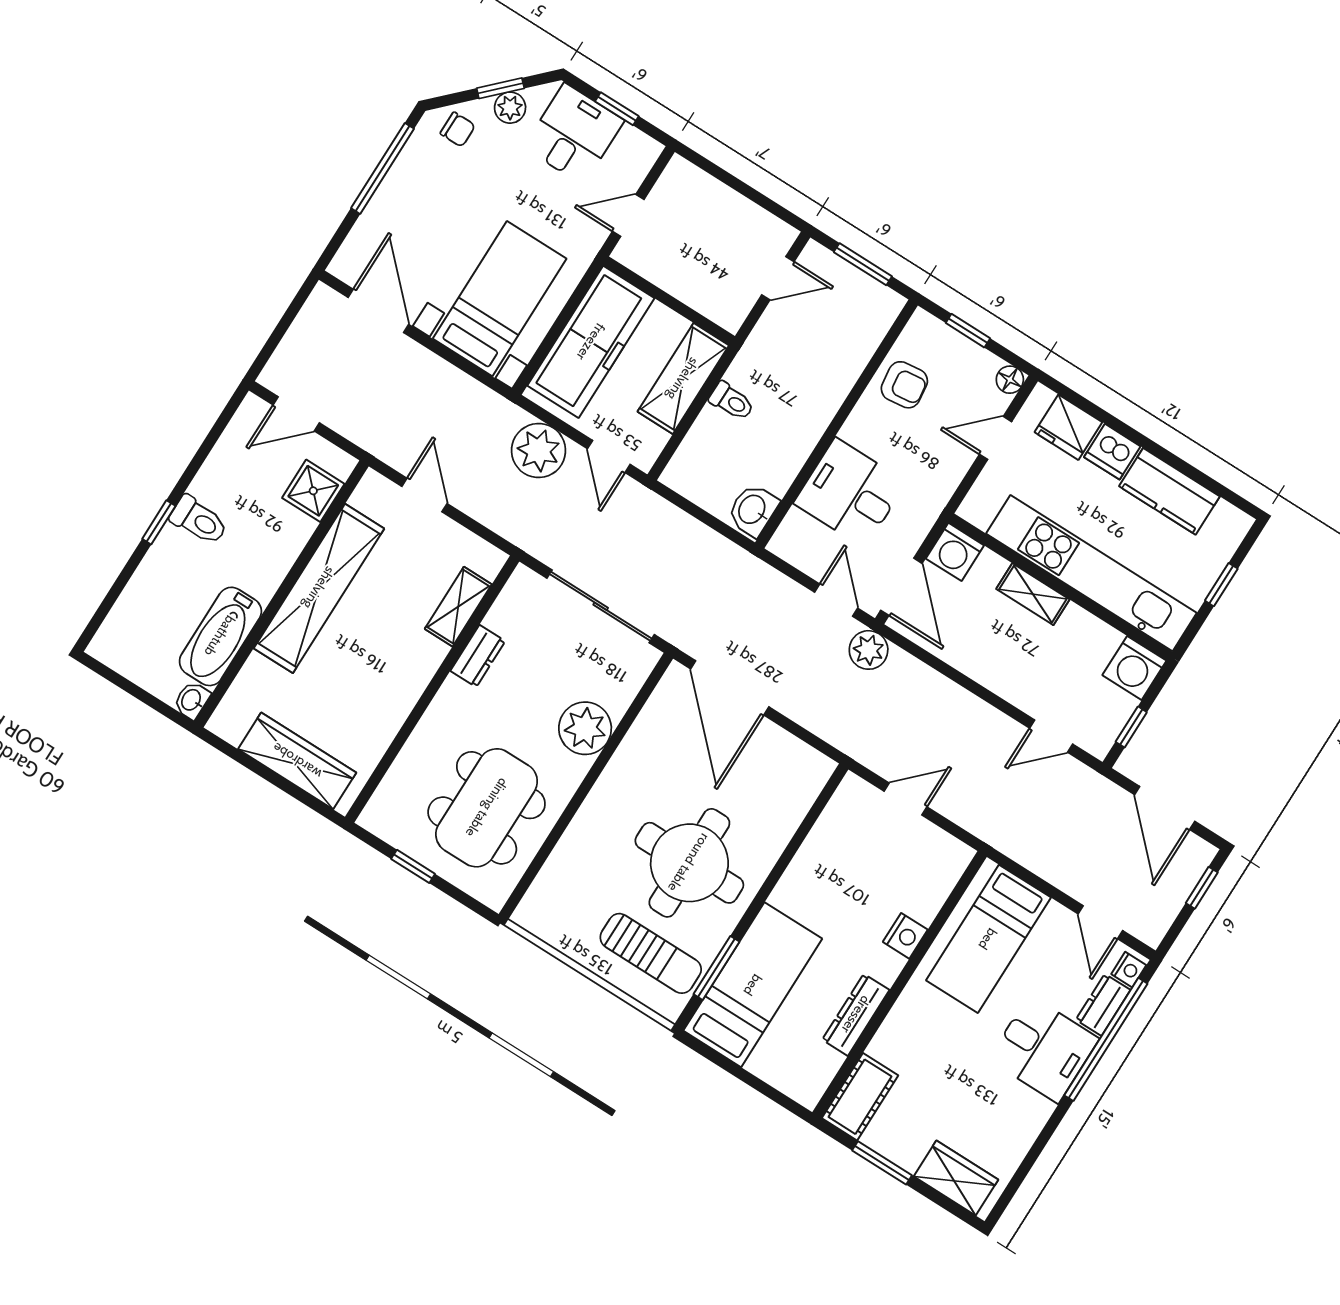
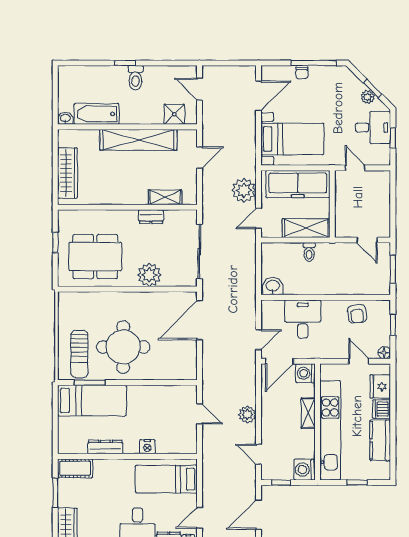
chair: (458, 130) -> (302, 73), moved
plant: (869, 650) -> (247, 415), moved

